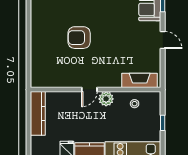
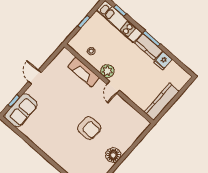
floor lamp: (39, 33) -> (113, 155), added
fireplace: (140, 80) -> (84, 72), moved
door: (89, 90) -> (113, 87), swing flipped

